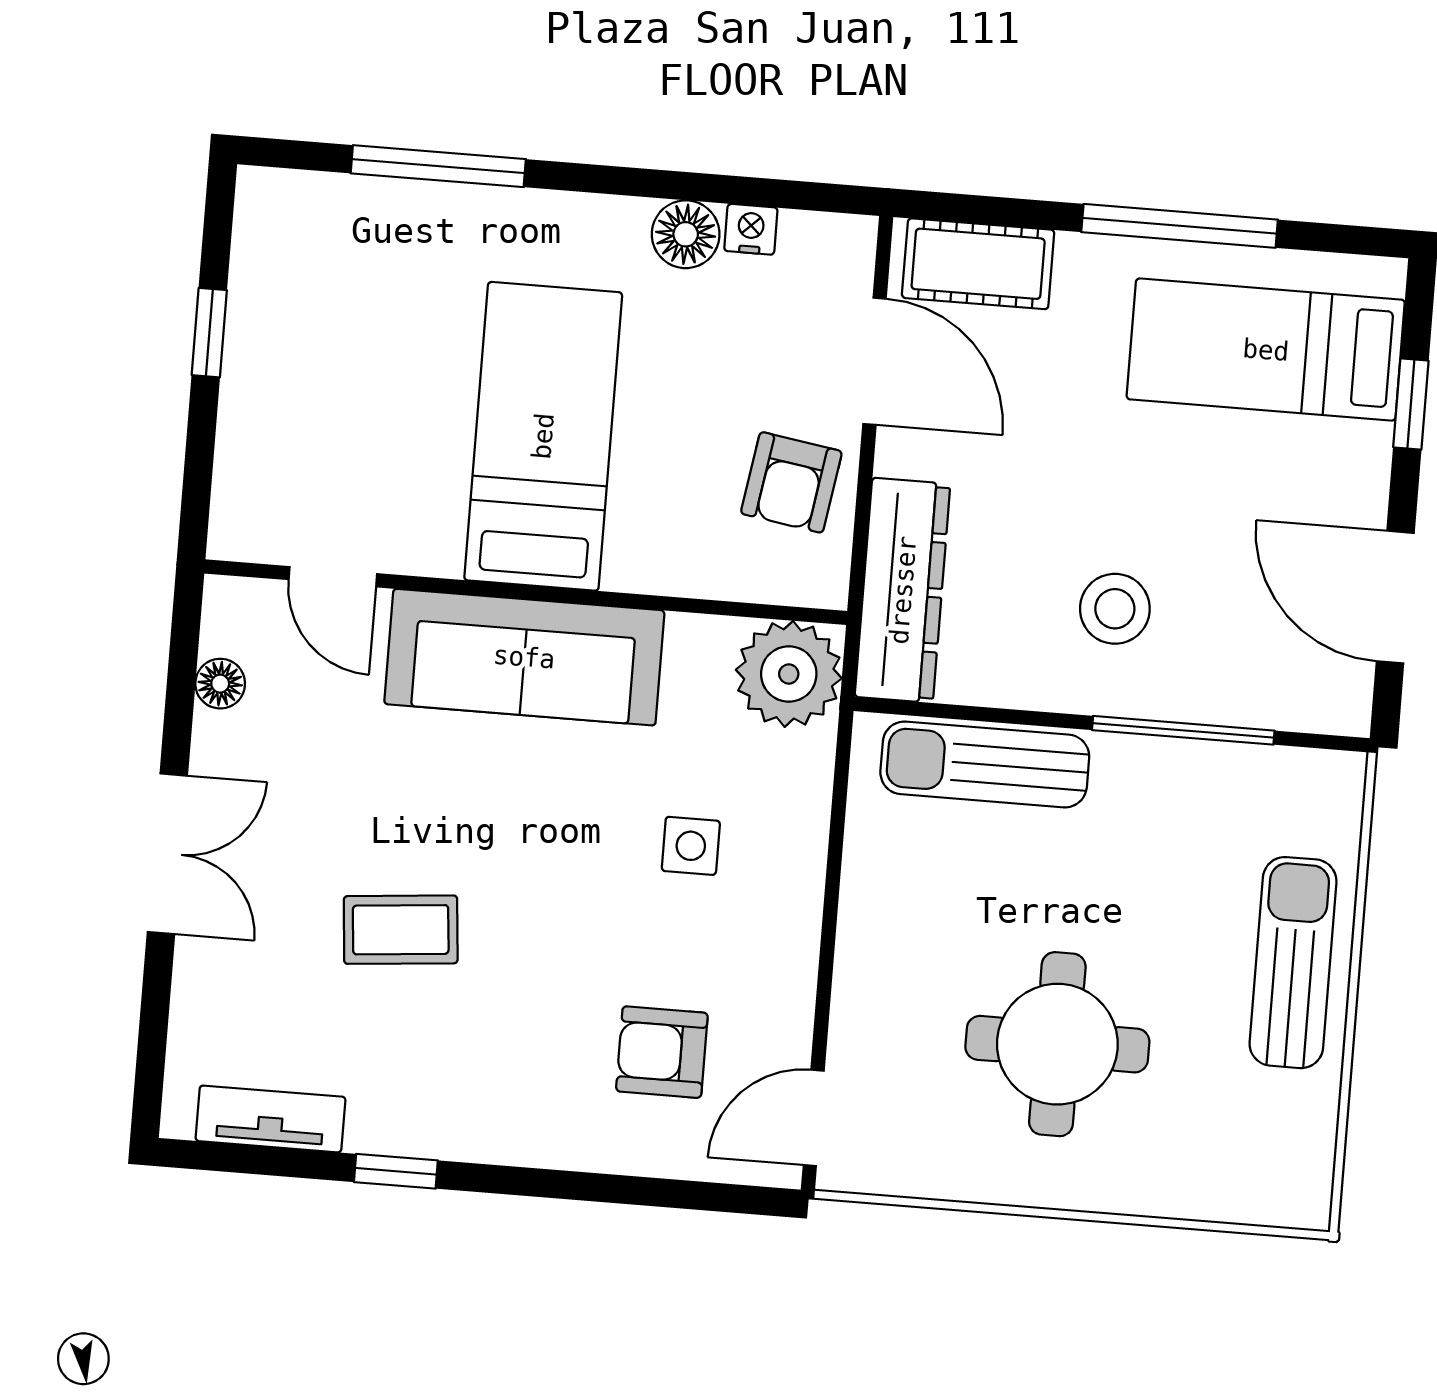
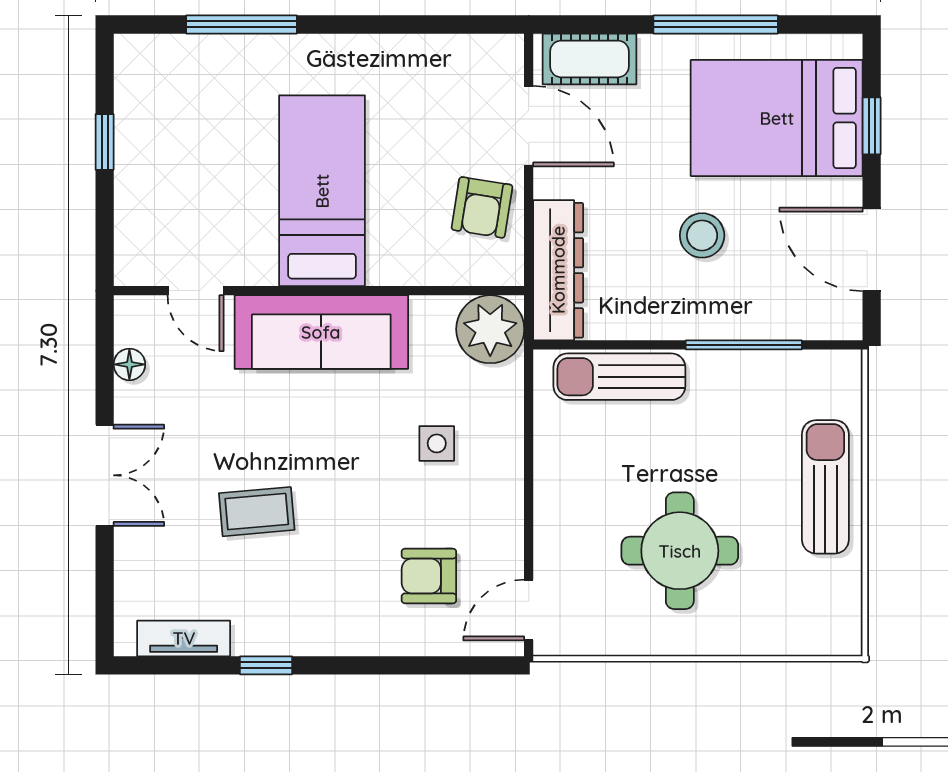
nightstand: (751, 229) -> (443, 49), removed
floor lamp: (686, 234) -> (402, 55), removed
bed: (1266, 350) -> (777, 118), width x1.50
stool: (1115, 609) -> (702, 235), moved

